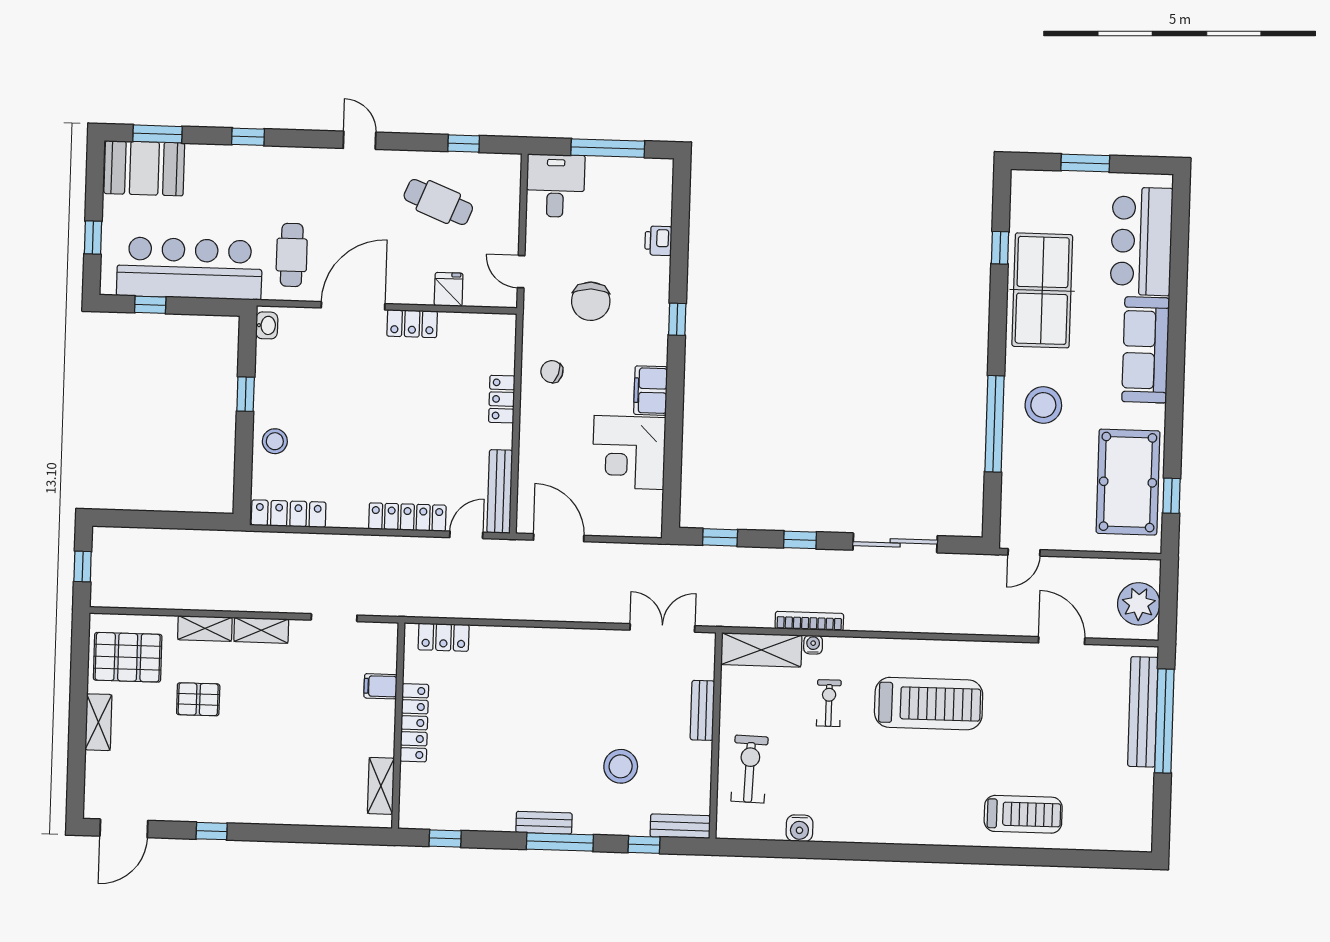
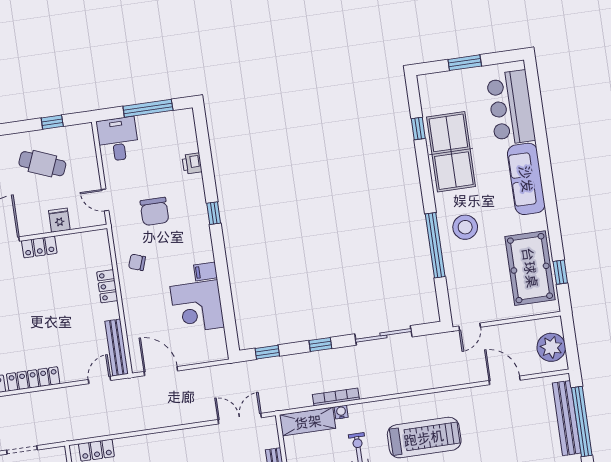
filing cabinet: (651, 391) -> (206, 271), width x0.50
locker: (407, 517) -> (33, 379), moved

